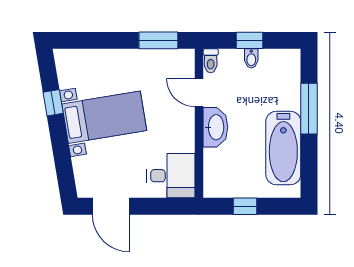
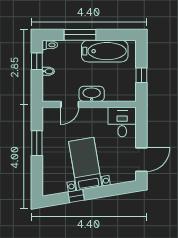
window: (158, 40) -> (37, 143), moved
window: (250, 40) -> (37, 61), moved
toilet: (211, 61) -> (50, 45), moved

